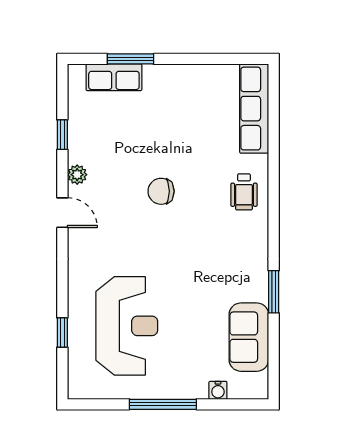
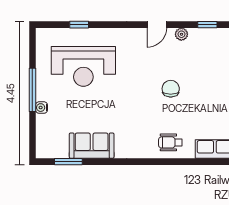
window: (274, 292) -> (68, 162), moved
sofa: (249, 337) -> (92, 146), moved
water cooler: (218, 390) -> (42, 108), moved

